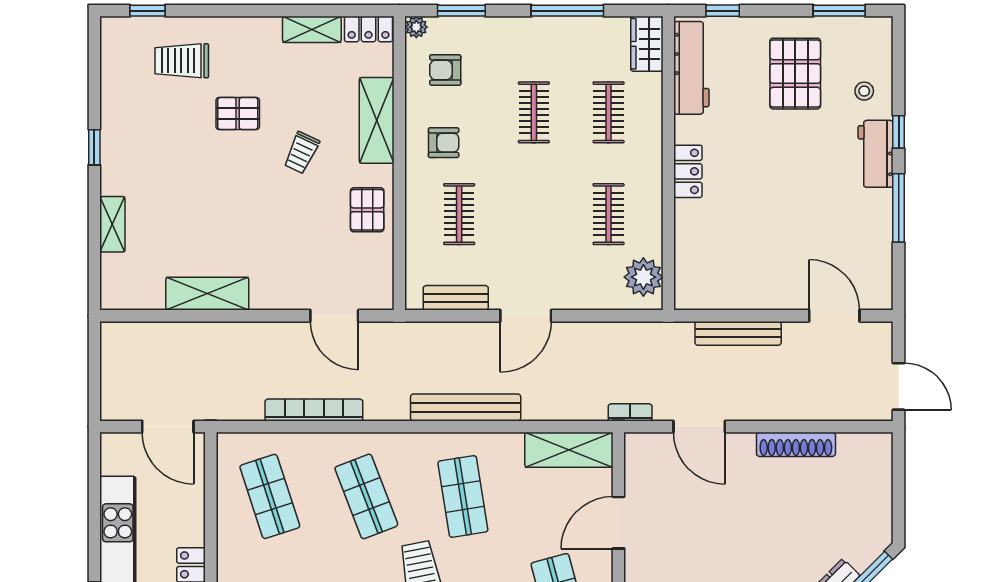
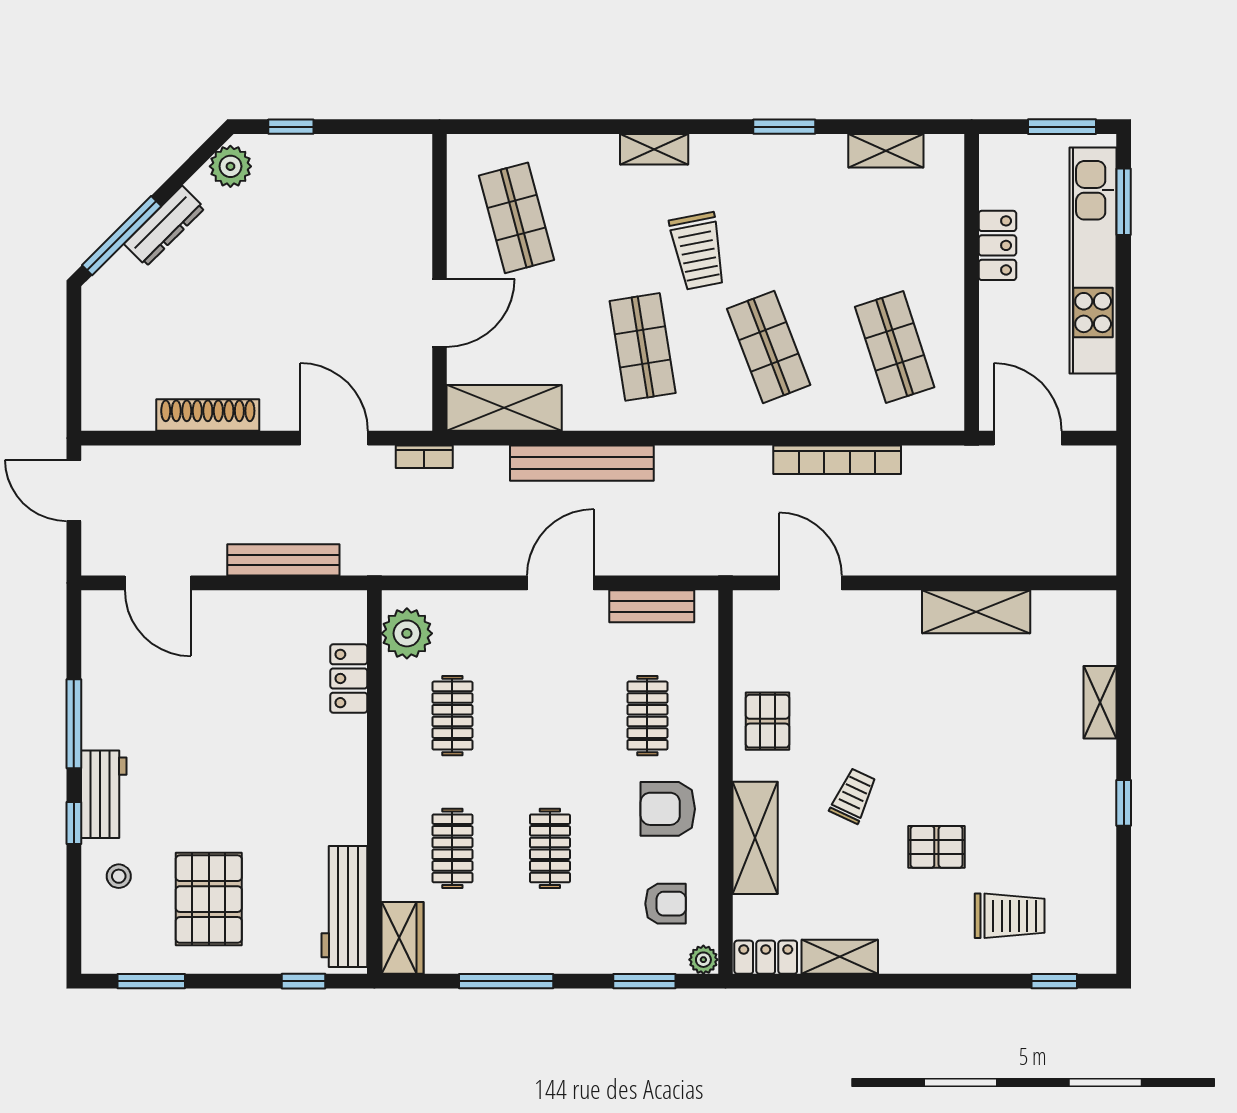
armchair: (444, 143) -> (668, 809), width x1.38, depth x1.38
locker: (688, 171) -> (349, 678), moved
bench: (466, 407) -> (582, 463), moved

